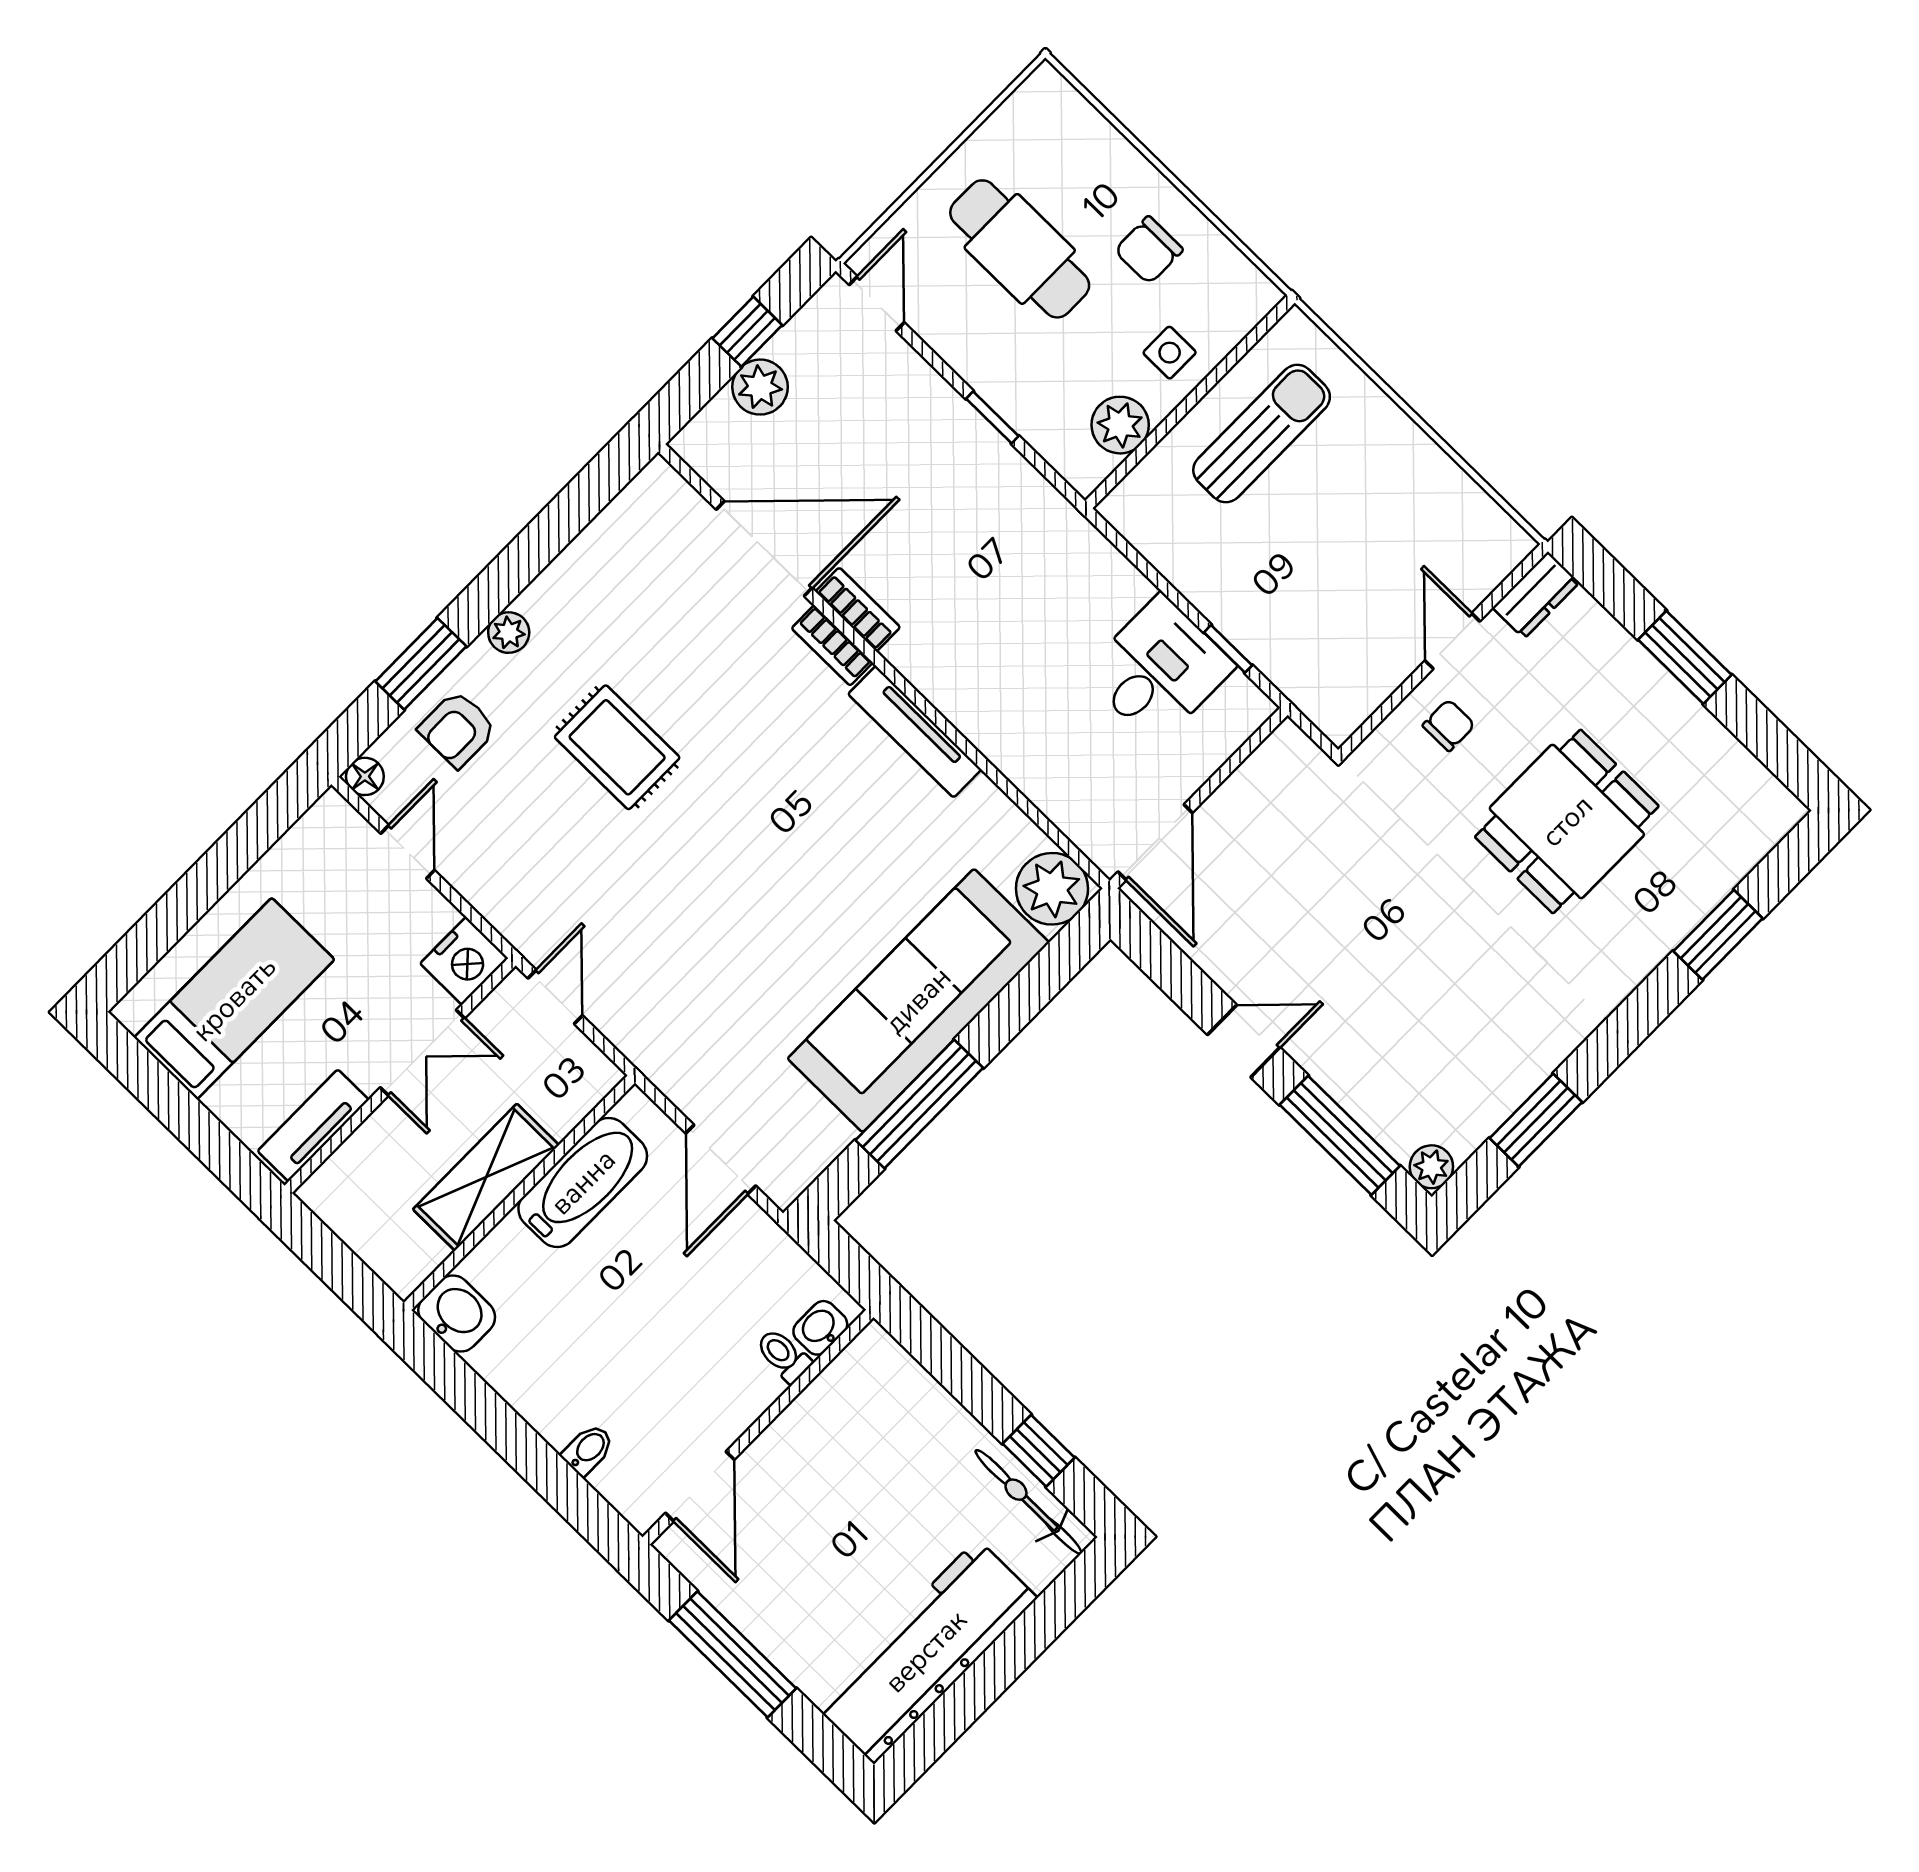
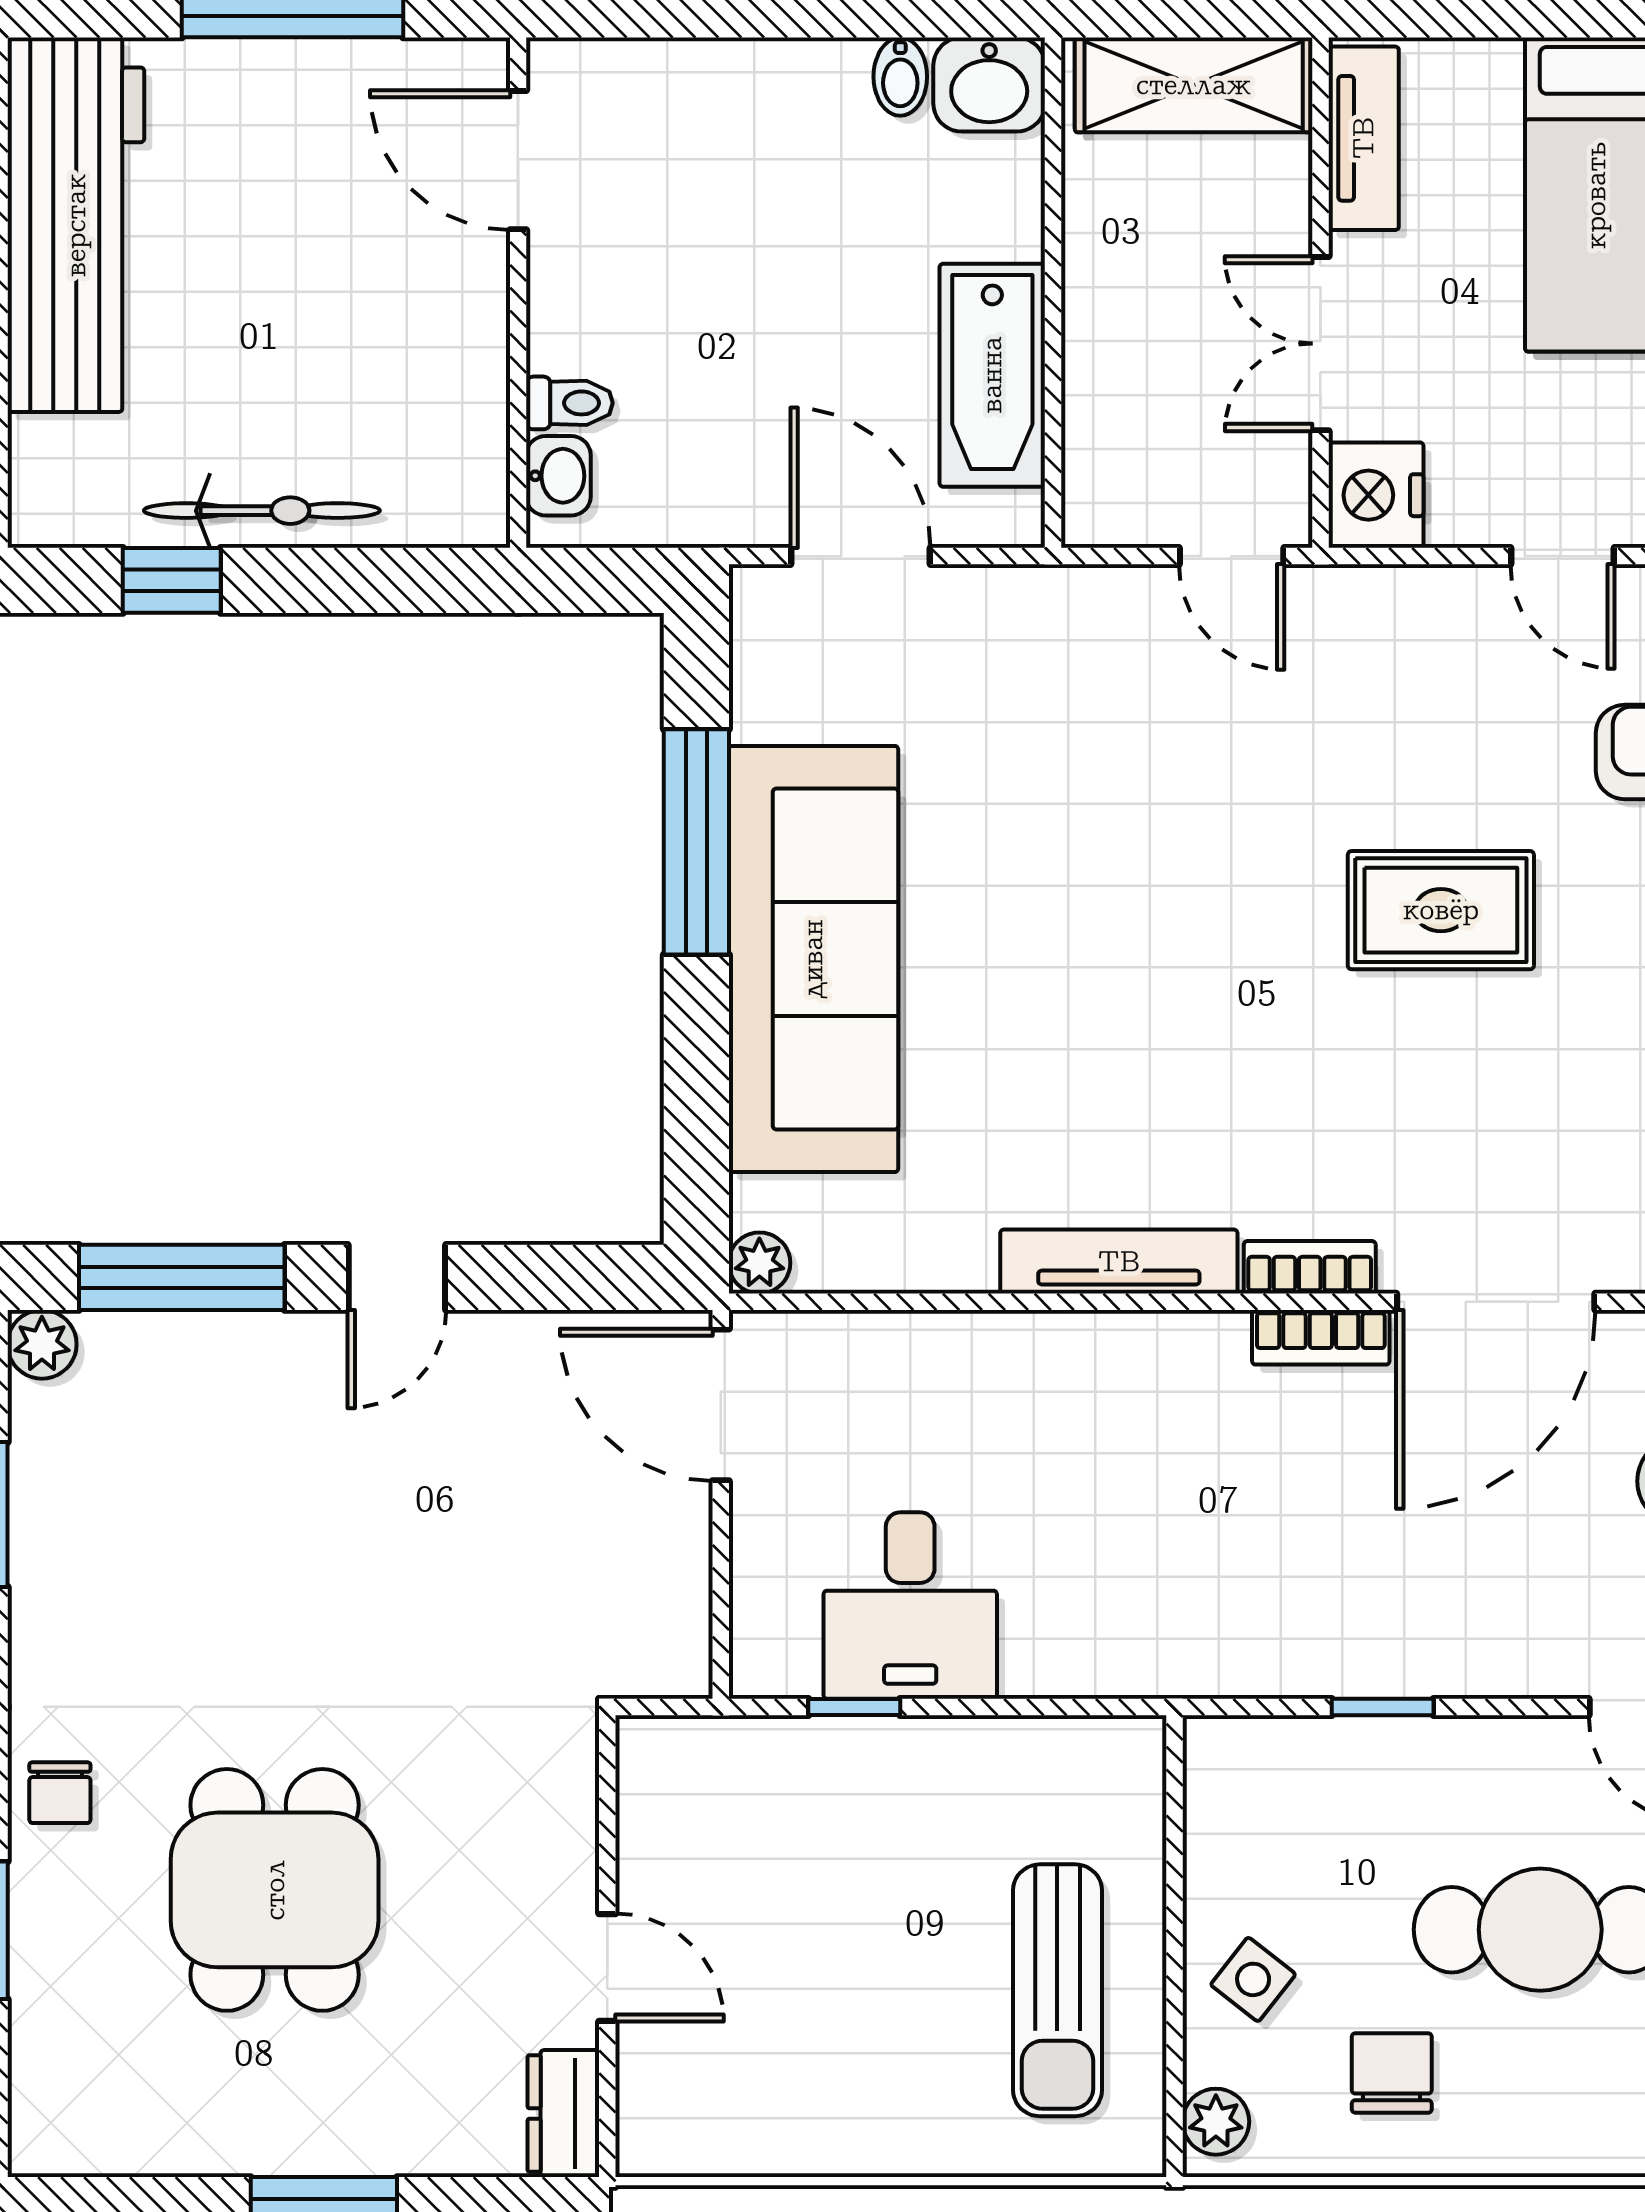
side table: (1170, 353) -> (1253, 1979), turned 38
plant: (1120, 425) -> (1216, 2122), moved, width x0.73, depth x0.73
chair: (1449, 725) -> (60, 1793), moved
plant: (1052, 889) -> (759, 1263), width x0.53, depth x0.53
shelving: (486, 1177) -> (1194, 85), moved, turned 90
bidet: (588, 1450) -> (900, 77), moved
bicycle: (1029, 1502) -> (262, 511), moved

